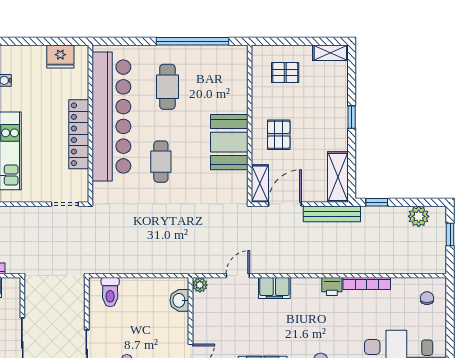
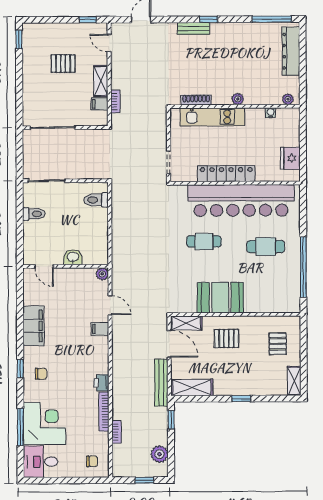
bookcase: (391, 268) -> (116, 432), added
filing cabinet: (274, 288) -> (100, 329), width x0.50
washbasin: (179, 300) -> (73, 257), moved

